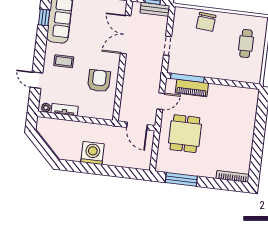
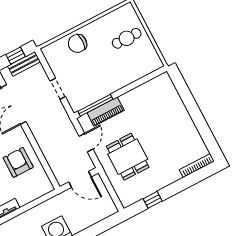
chair: (206, 22) -> (78, 43), turned 85
cafe table: (246, 44) -> (127, 38), turned 90
window: (181, 179) -> (153, 200), width x0.46

